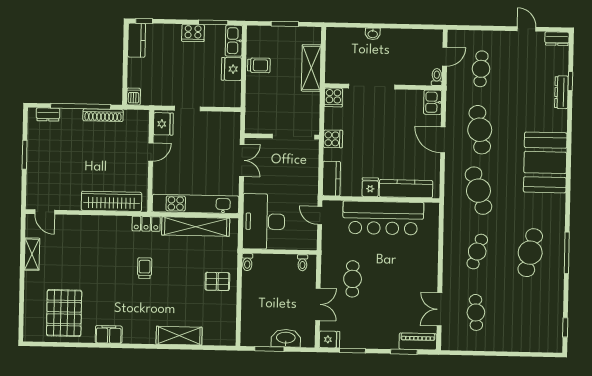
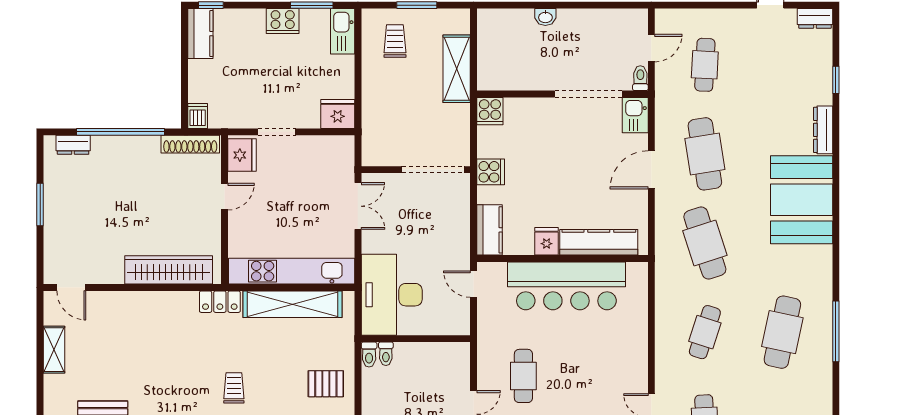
trolley: (259, 65) -> (395, 41), moved, turned -90
fridge: (232, 69) -> (338, 114), moved, turned 90
doorway: (372, 87) -> (588, 94), moved
dresser: (561, 92) -> (823, 130), moved
shoe rack: (103, 115) -> (190, 144), moved
door: (443, 140) -> (651, 170), hinge flipped
toilet: (302, 263) -> (386, 354), moved
trolley: (145, 268) -> (234, 388), moved

